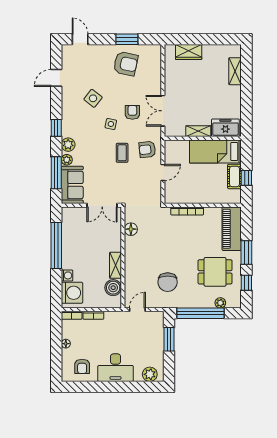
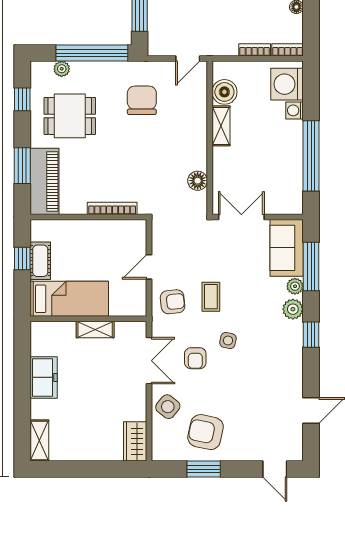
wardrobe: (189, 52) -> (135, 441), moved, turned -90
shelving: (235, 71) -> (39, 441), moved
side table: (93, 98) -> (168, 407), moved
freezer: (225, 128) -> (44, 377), moved, turned -90
window: (246, 252) -> (22, 166), moved

